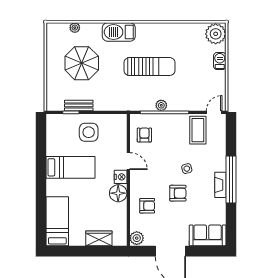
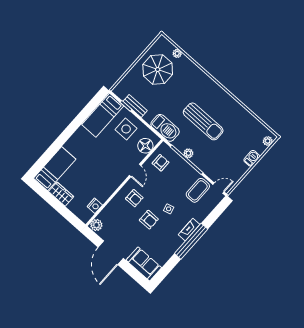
barbecue: (119, 32) -> (165, 128), moved, turned 180
plant: (216, 34) -> (268, 141), width x0.53, depth x0.53
parasol: (82, 63) -> (158, 69), moved
bed: (71, 167) -> (103, 115), moved, turned 90
nightstand: (121, 177) -> (95, 206), moved
fireplace: (220, 185) -> (189, 230), moved
floor lamp: (118, 193) -> (145, 146), moved
armchair: (147, 206) -> (134, 198), moved
wardrobe: (99, 238) -> (61, 194), moved

